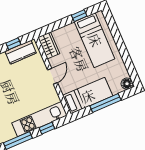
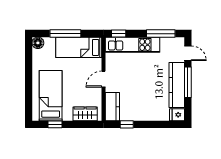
wardrobe: (49, 45) -> (85, 114), moved, turned 90
kitchen counter: (21, 52) -> (112, 107), moved, turned 90
window: (47, 128) -> (119, 34), moved

